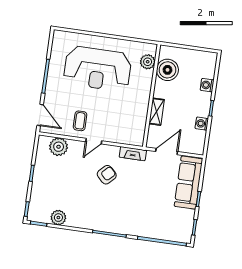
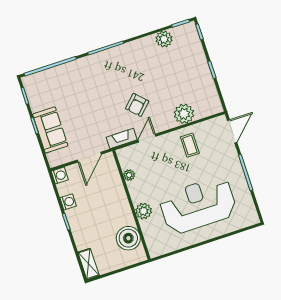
plant: (148, 62) -> (144, 211), moved
washing machine: (207, 85) -> (60, 175), moved
shelving: (157, 112) -> (89, 264), moved
door: (40, 115) -> (232, 131), swing flipped
plant: (141, 121) -> (129, 175), added
door: (94, 141) -> (147, 138), moved
plant: (59, 147) -> (184, 114), moved
sofa: (188, 183) -> (50, 130), width x0.73

